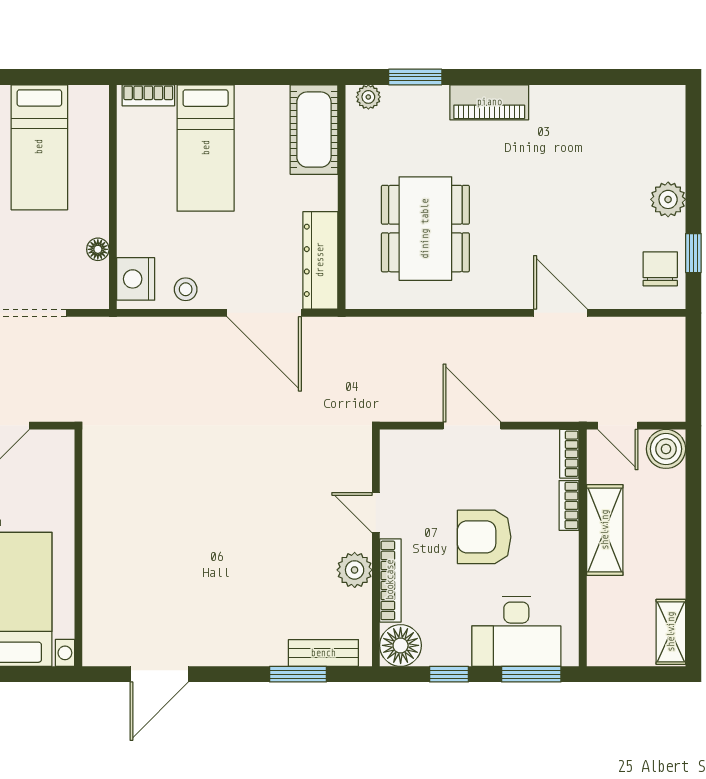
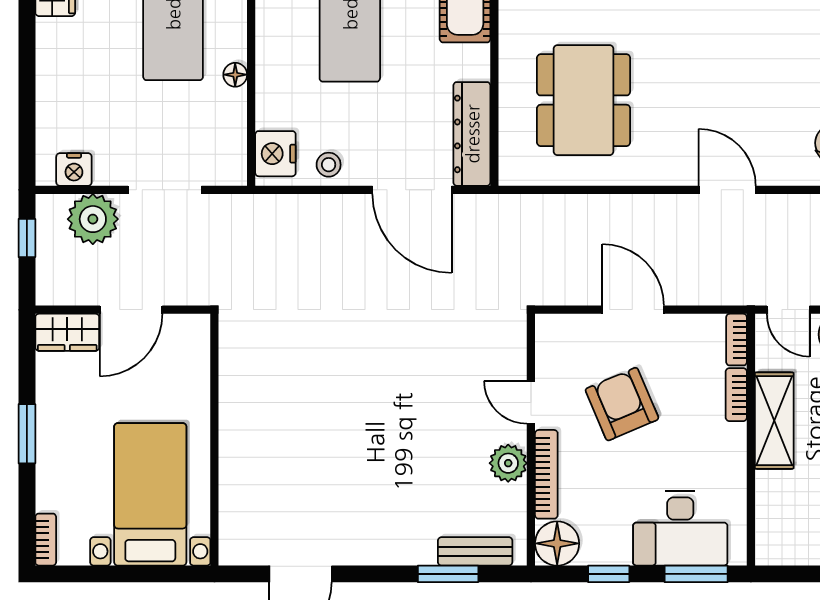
floor lamp: (98, 249) -> (235, 75), moved
armchair: (484, 537) -> (622, 404), moved, turned 67

